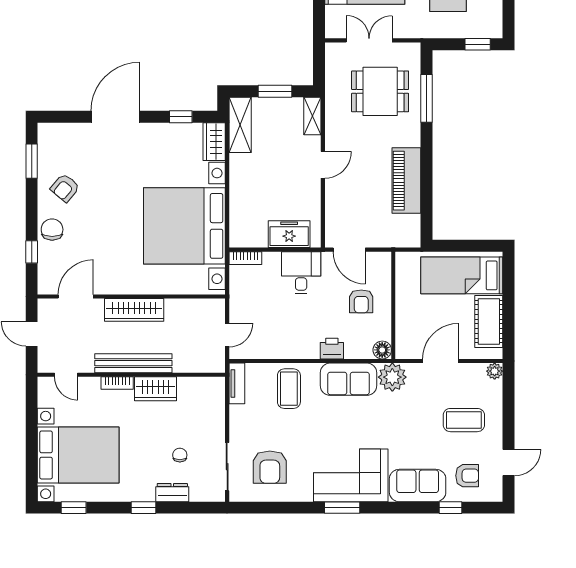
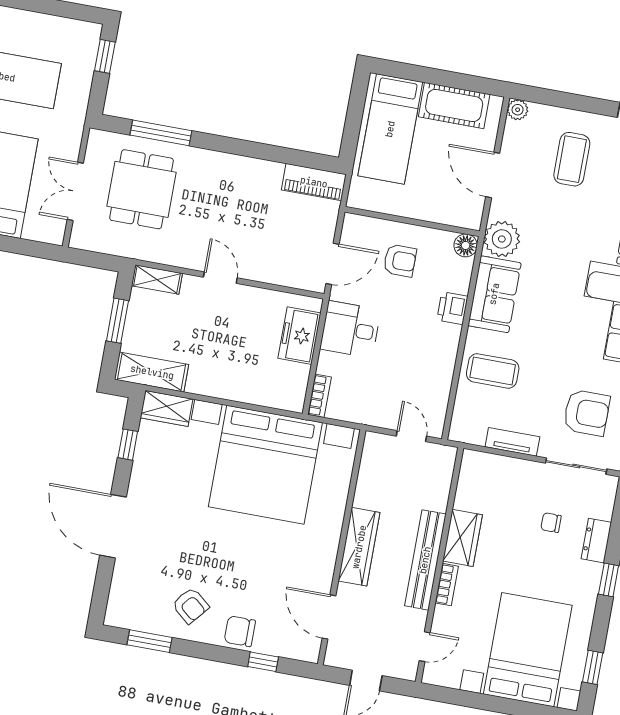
piano: (406, 181) -> (314, 182), moved, width x0.73, depth x0.75
tv unit: (237, 383) -> (512, 442), moved

